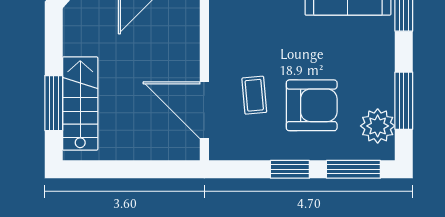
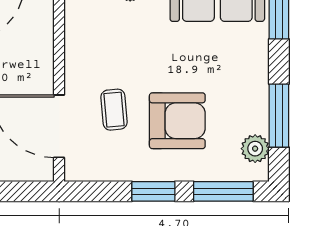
plant: (378, 126) -> (255, 149), width x0.73, depth x0.73

